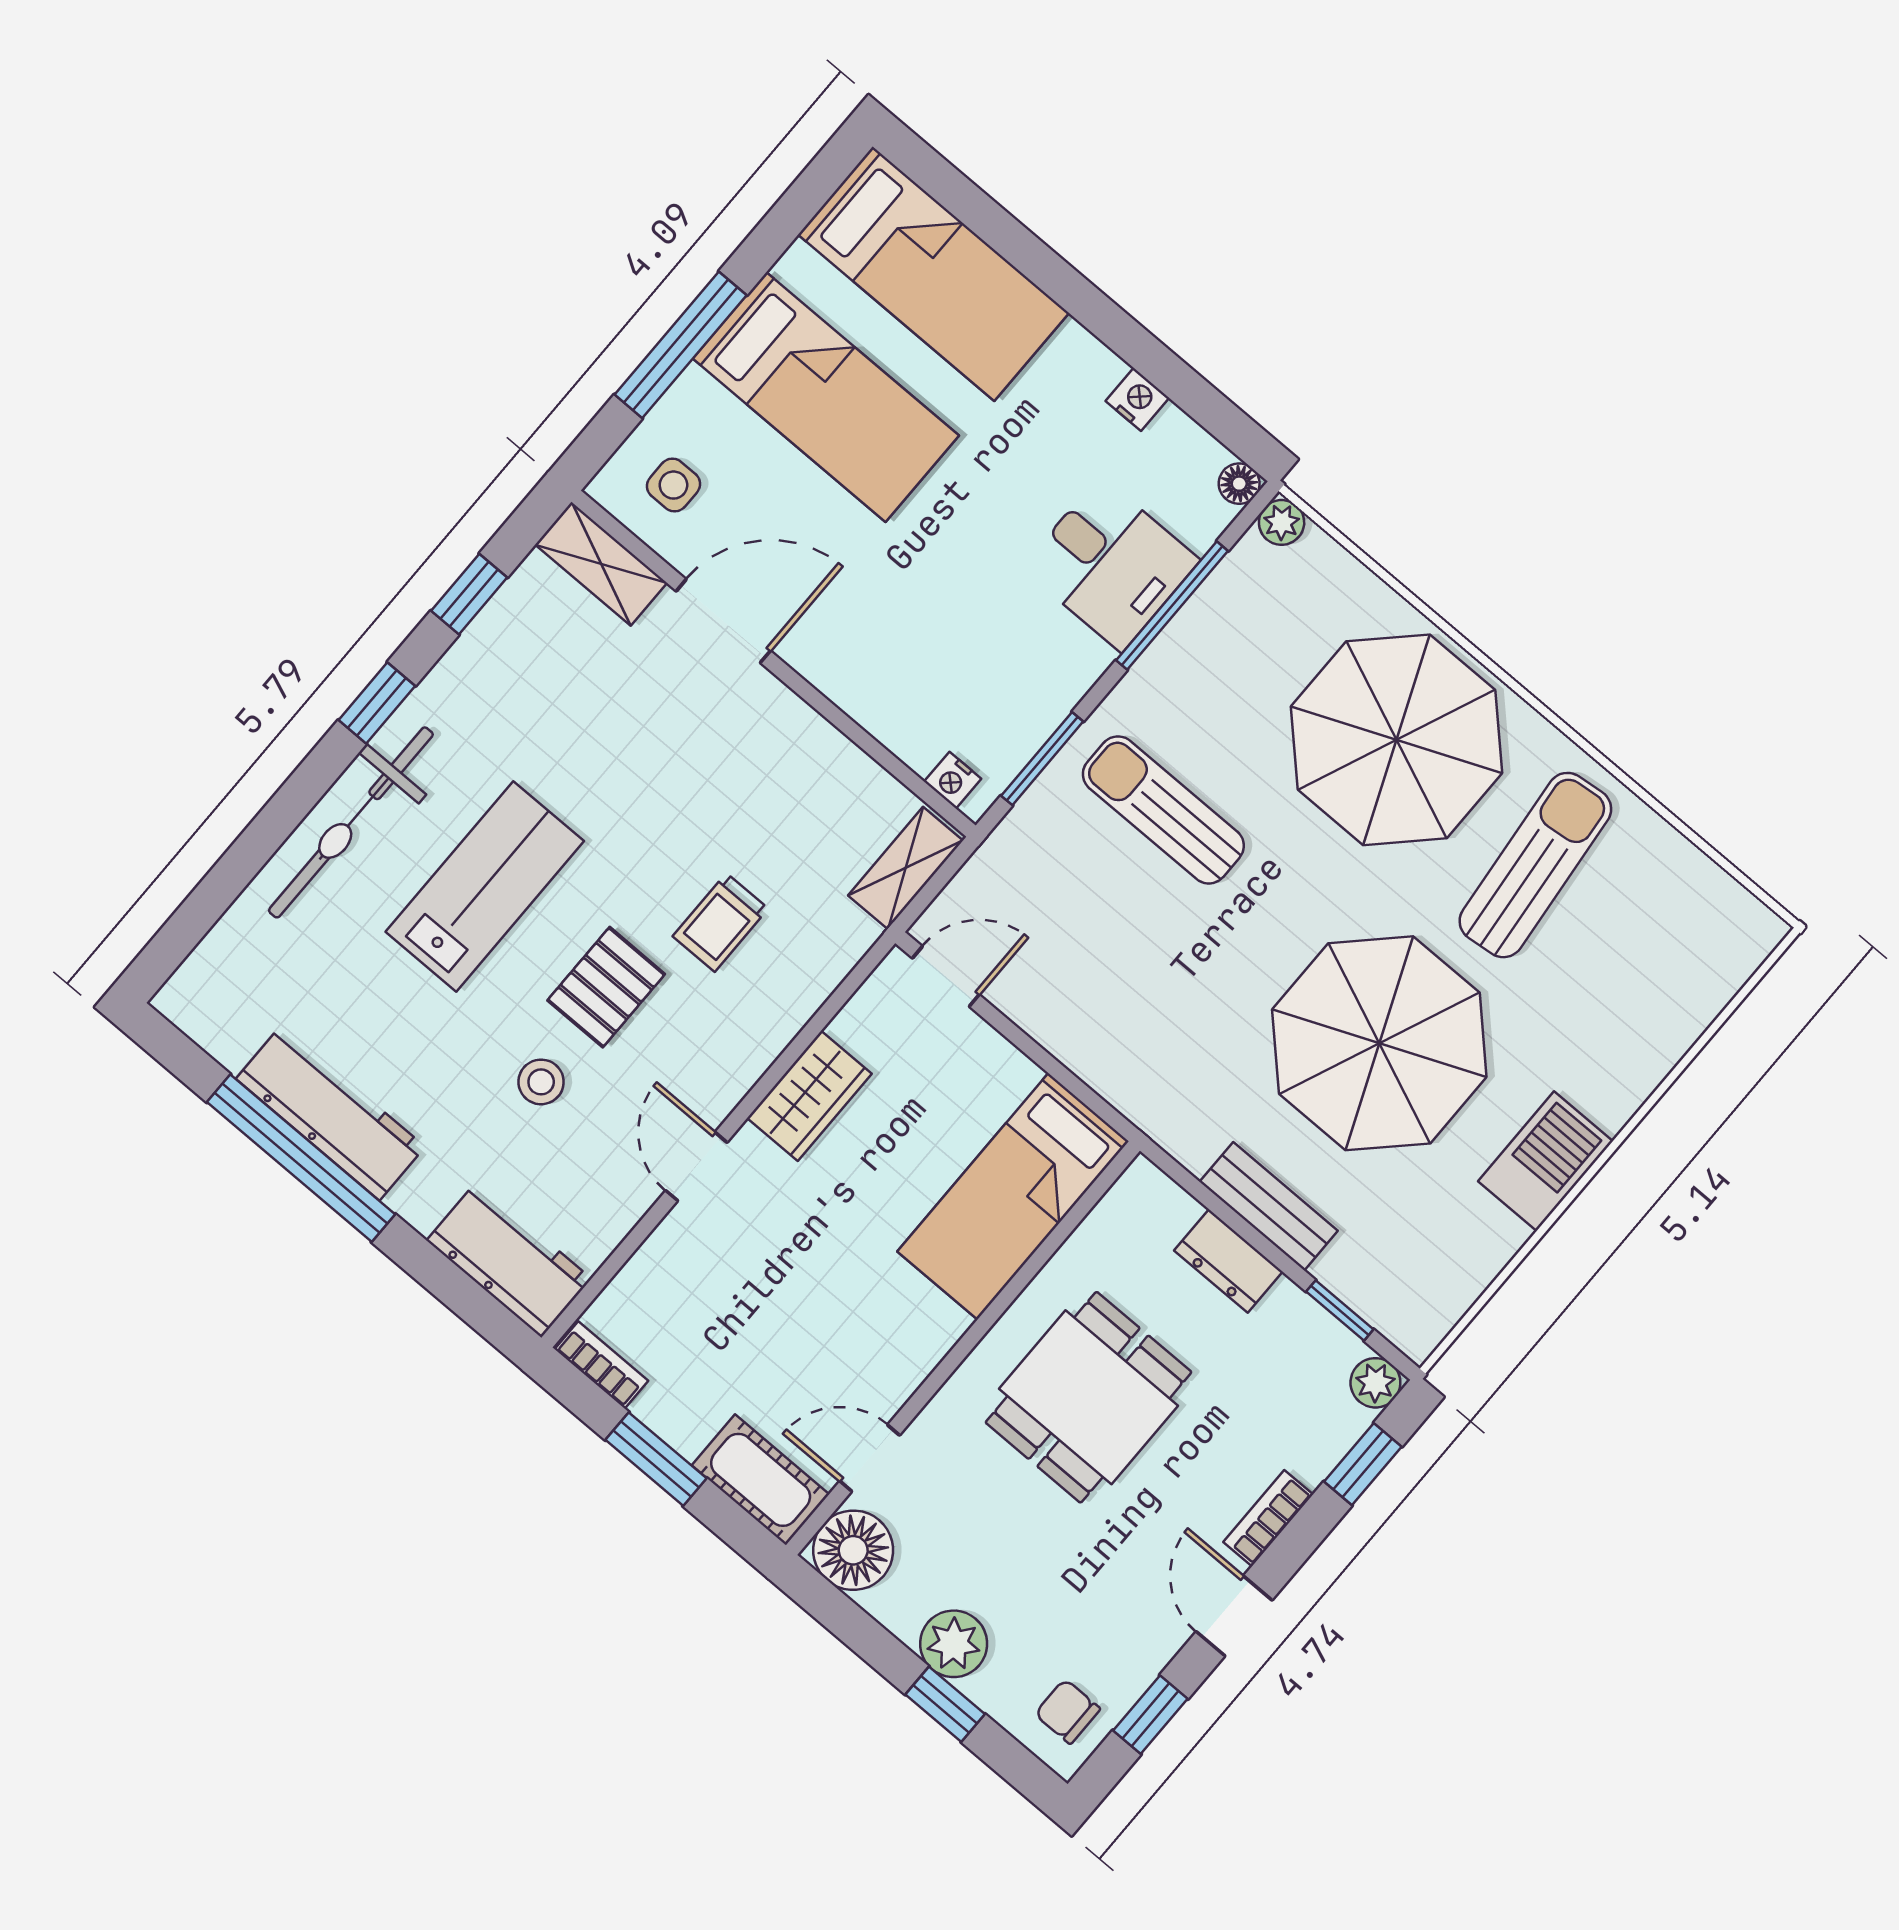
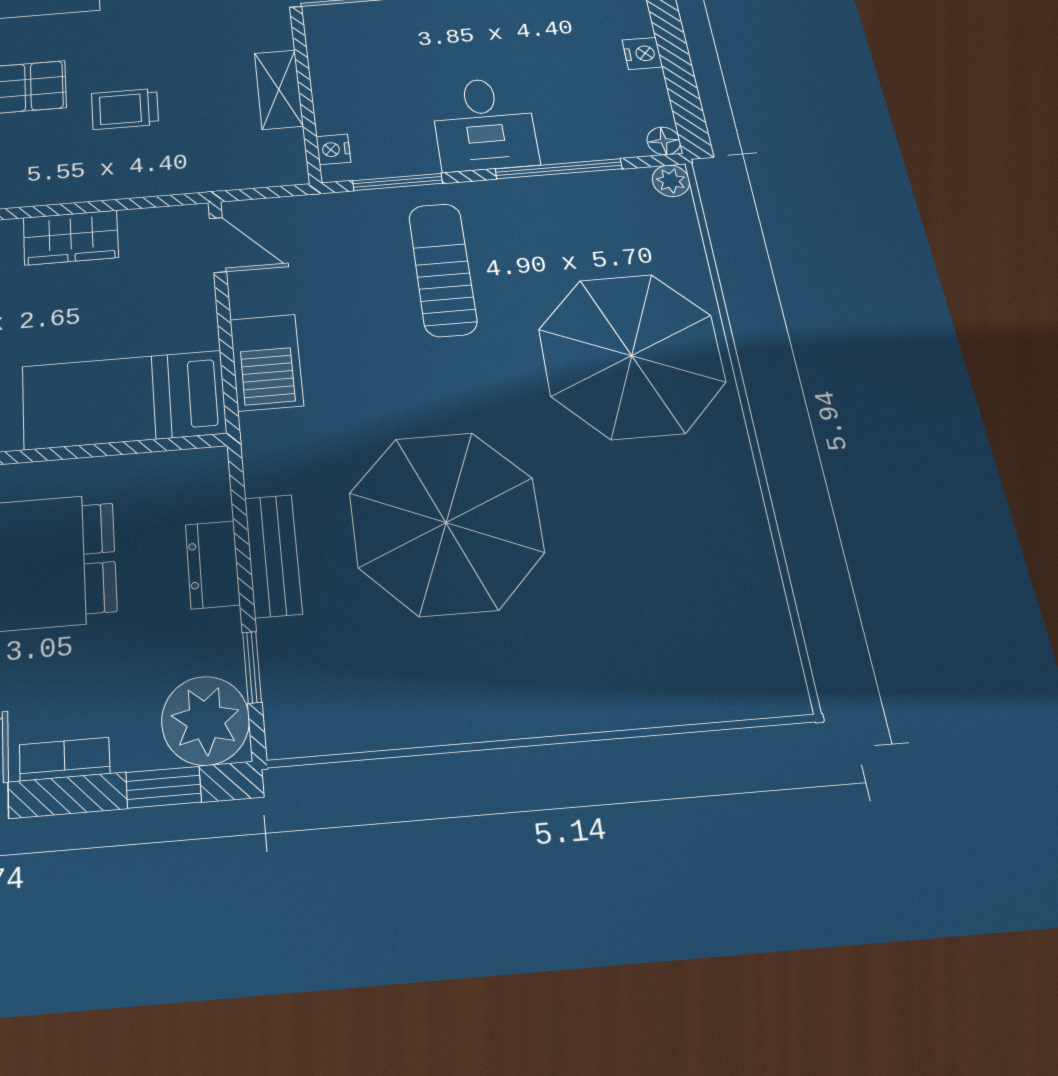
desk: (1111, 564) -> (484, 124), moved
sun lounger: (1535, 865) -> (658, 508), removed
shelving: (906, 868) -> (279, 89), moved, turned 90
barbecue: (1545, 1161) -> (267, 362), moved, turned 90
plant: (1375, 1383) -> (205, 721), width x1.87, depth x1.87

